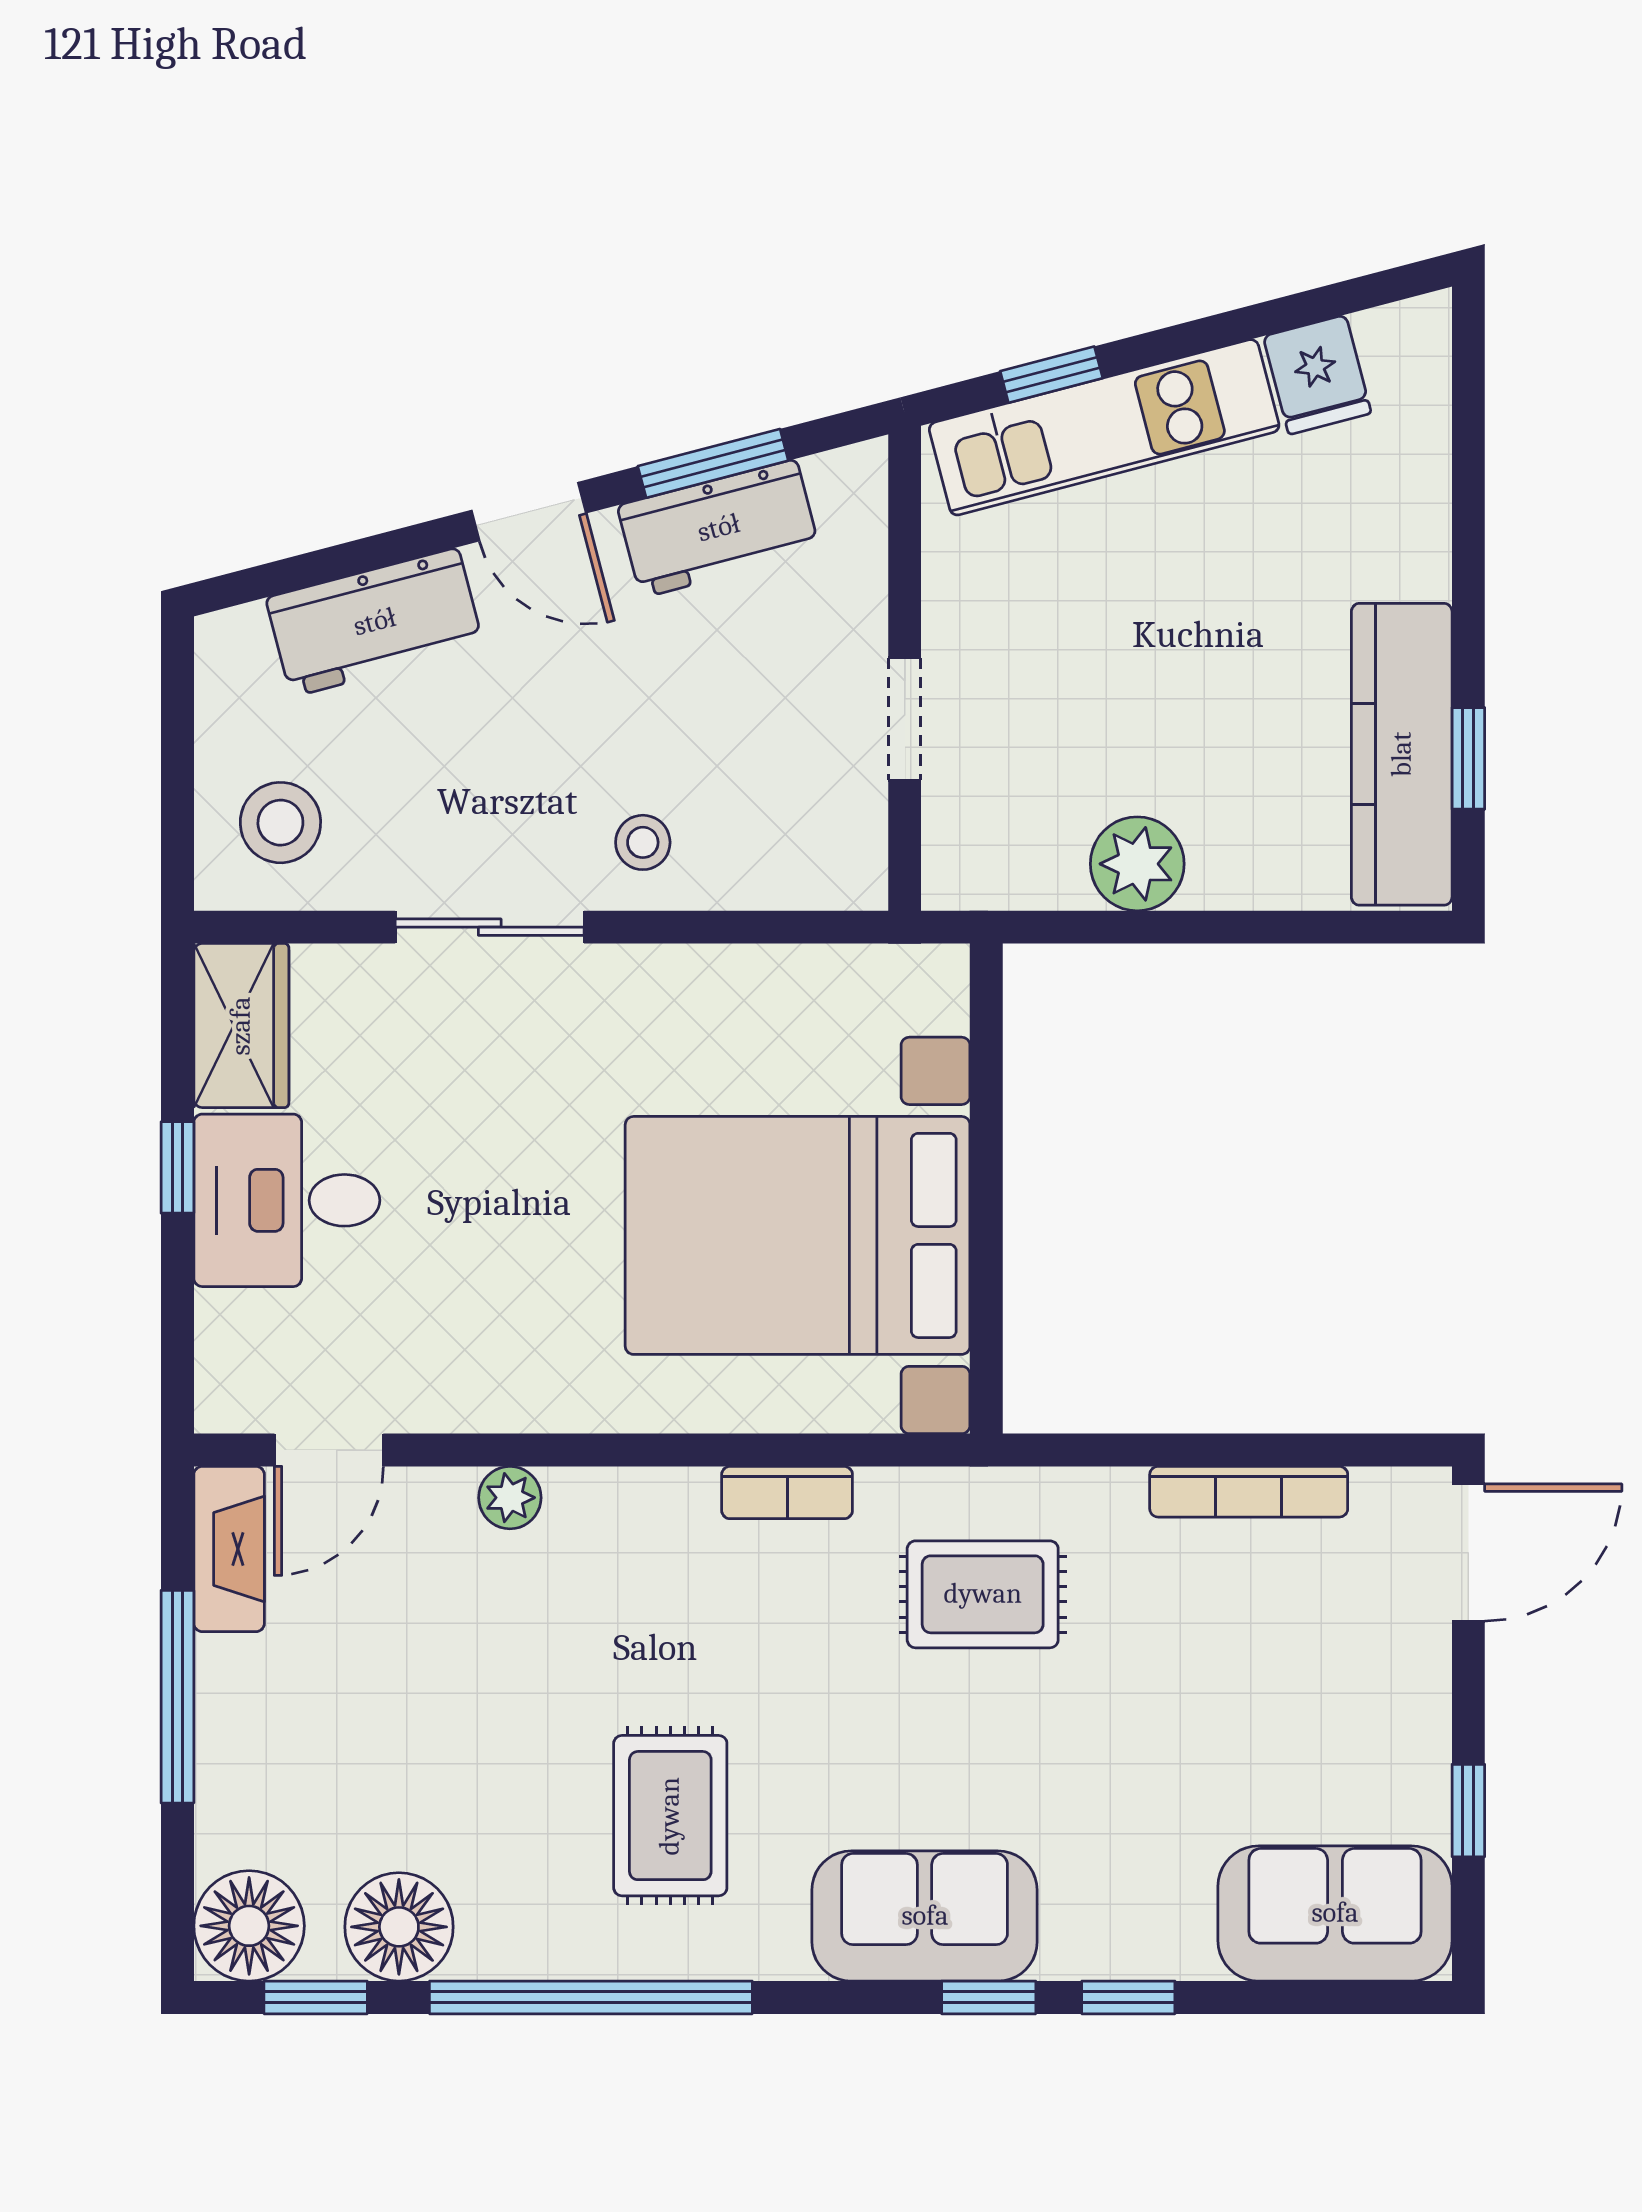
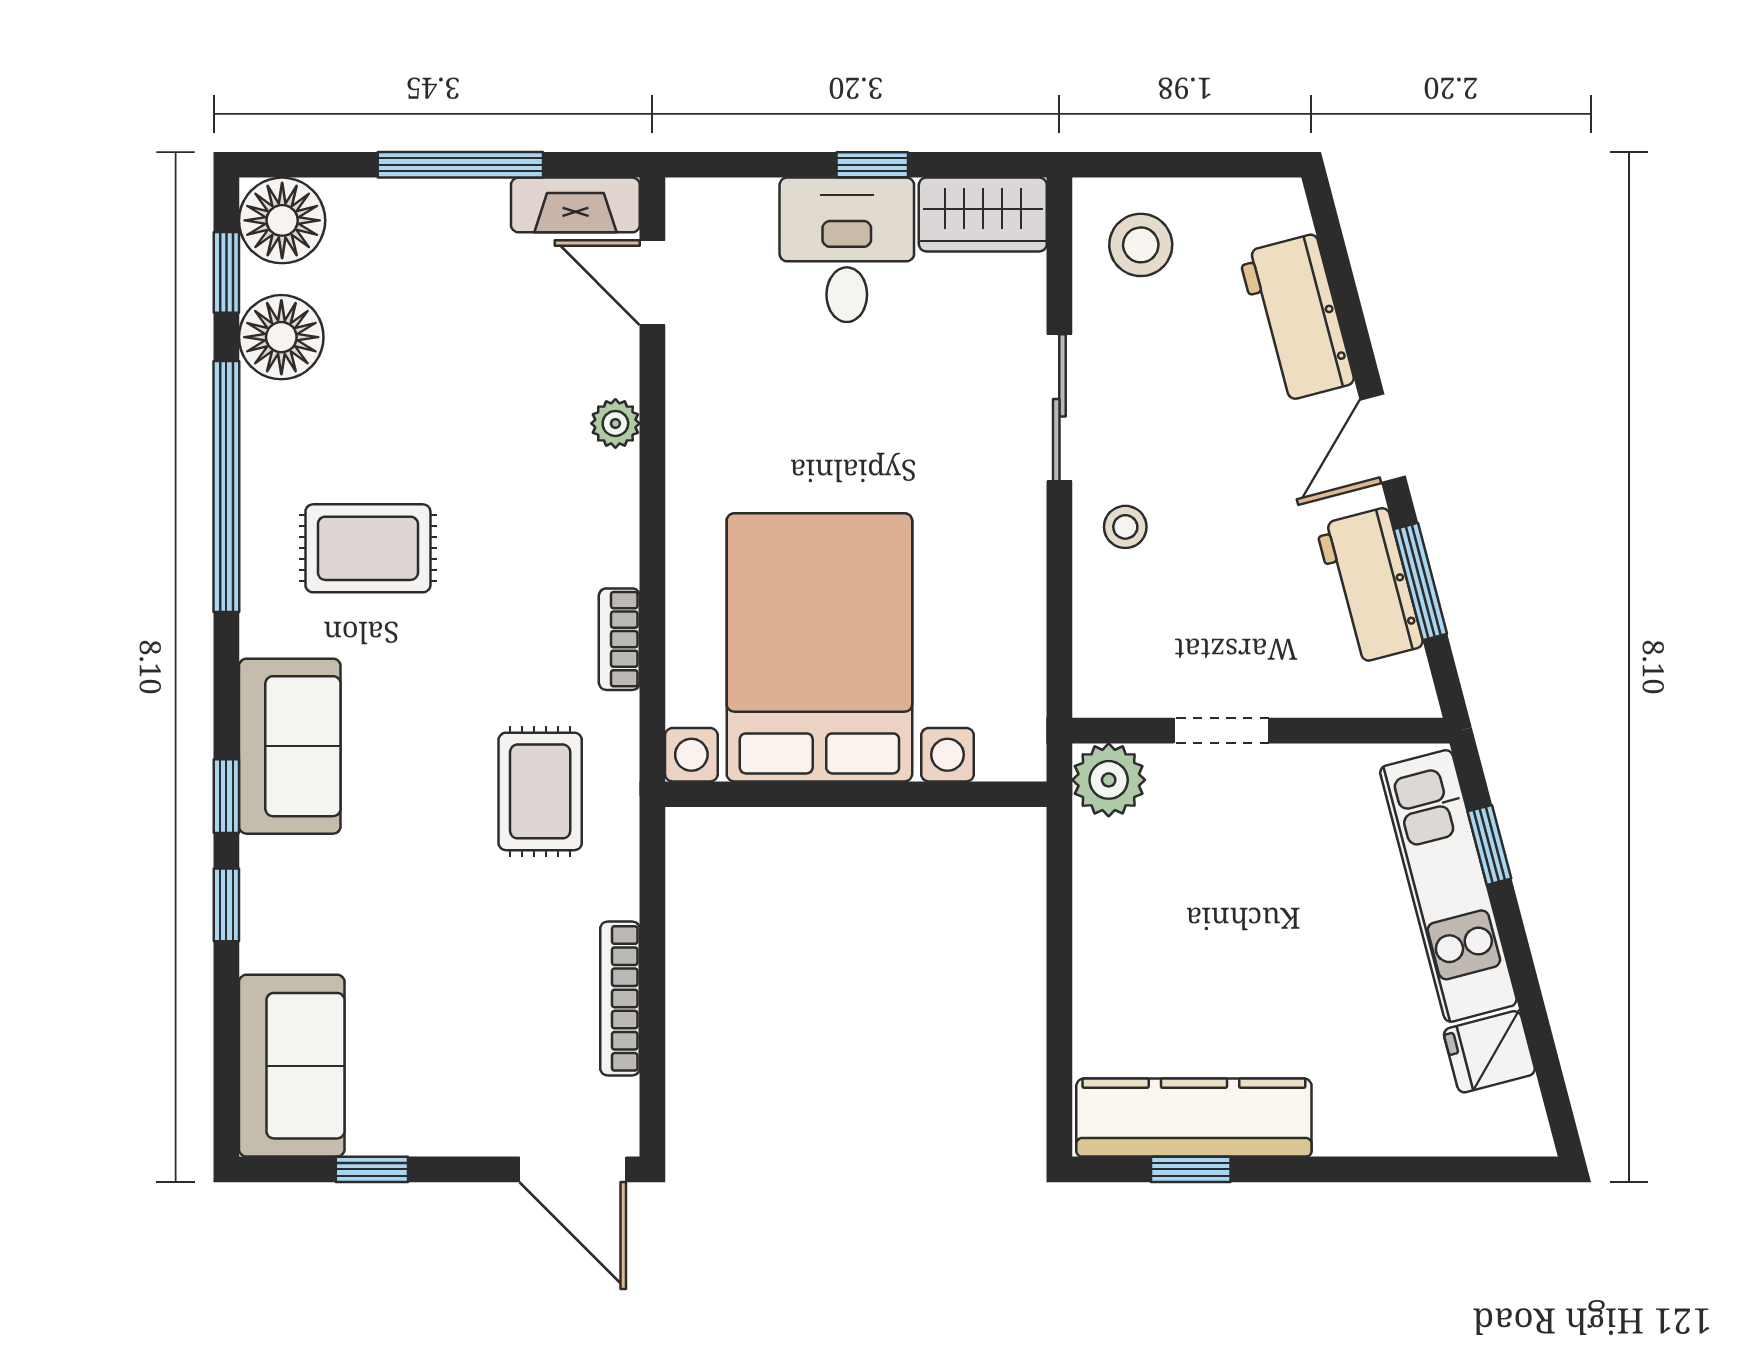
plant: (1137, 864) -> (1109, 780), moved

